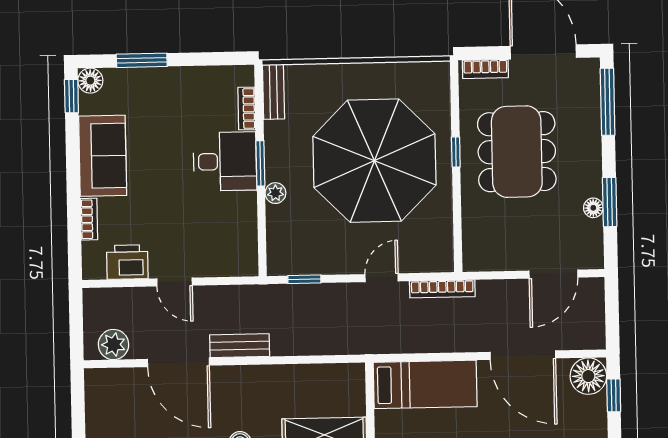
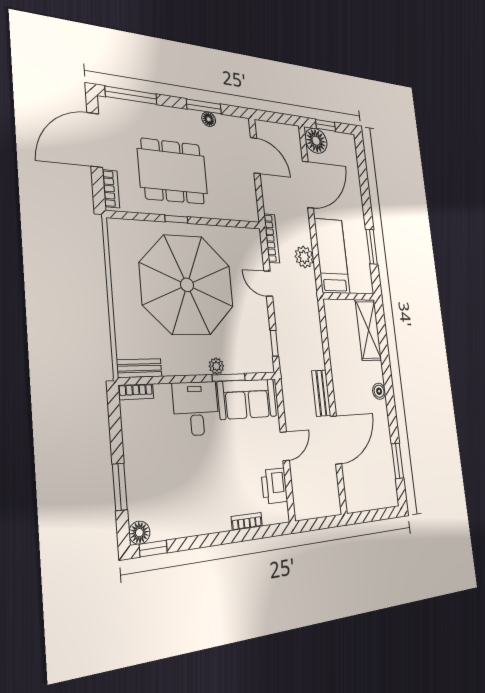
bookcase: (247, 108) -> (136, 392), moved
sofa: (103, 156) -> (247, 399), moved, turned 180
window: (260, 163) -> (229, 377), moved
plant: (113, 345) -> (304, 257), moved

